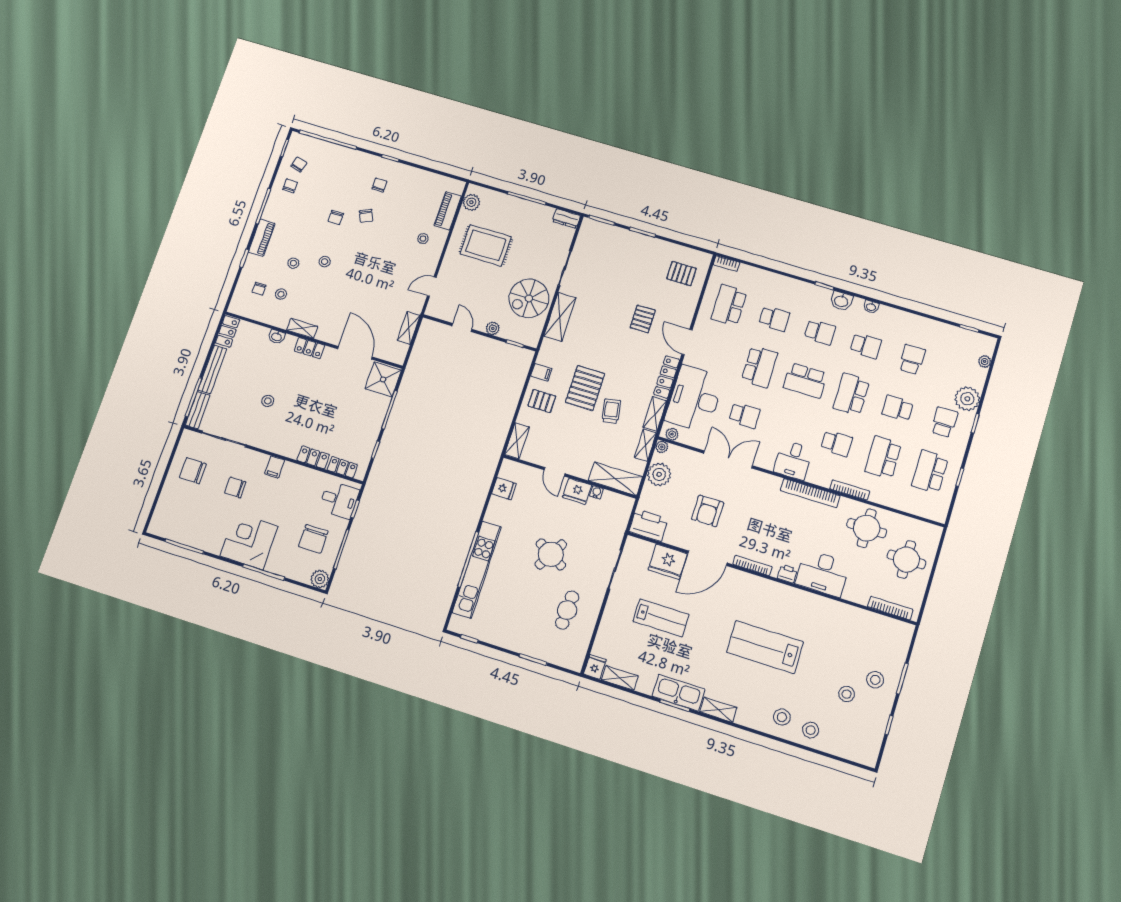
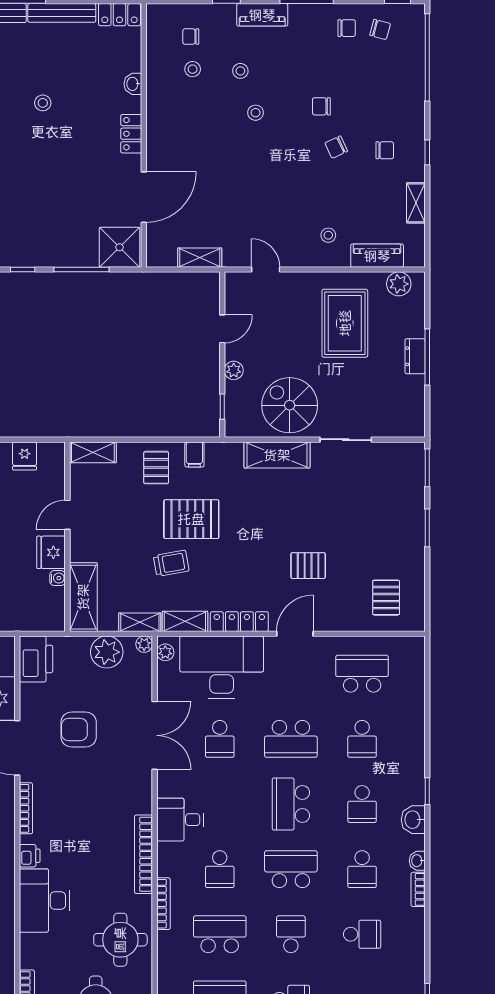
dresser: (566, 219) -> (415, 356), moved
bookcase: (727, 264) -> (418, 889), moved
shelving: (302, 328) -> (416, 203), moved

